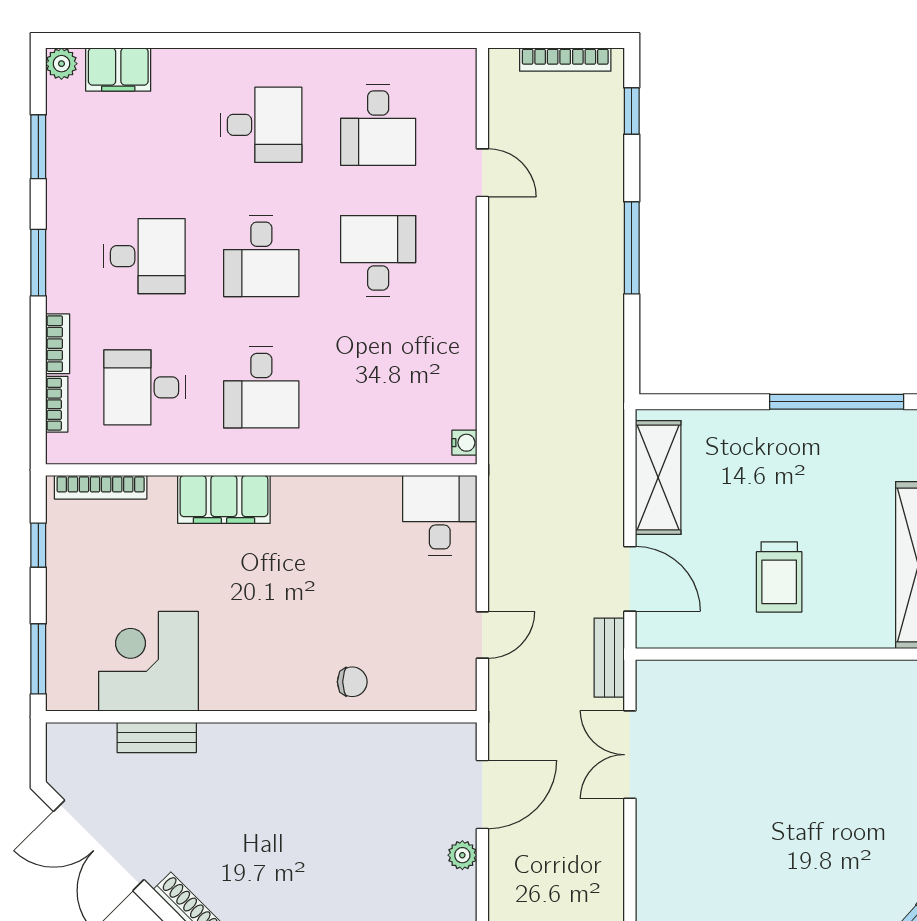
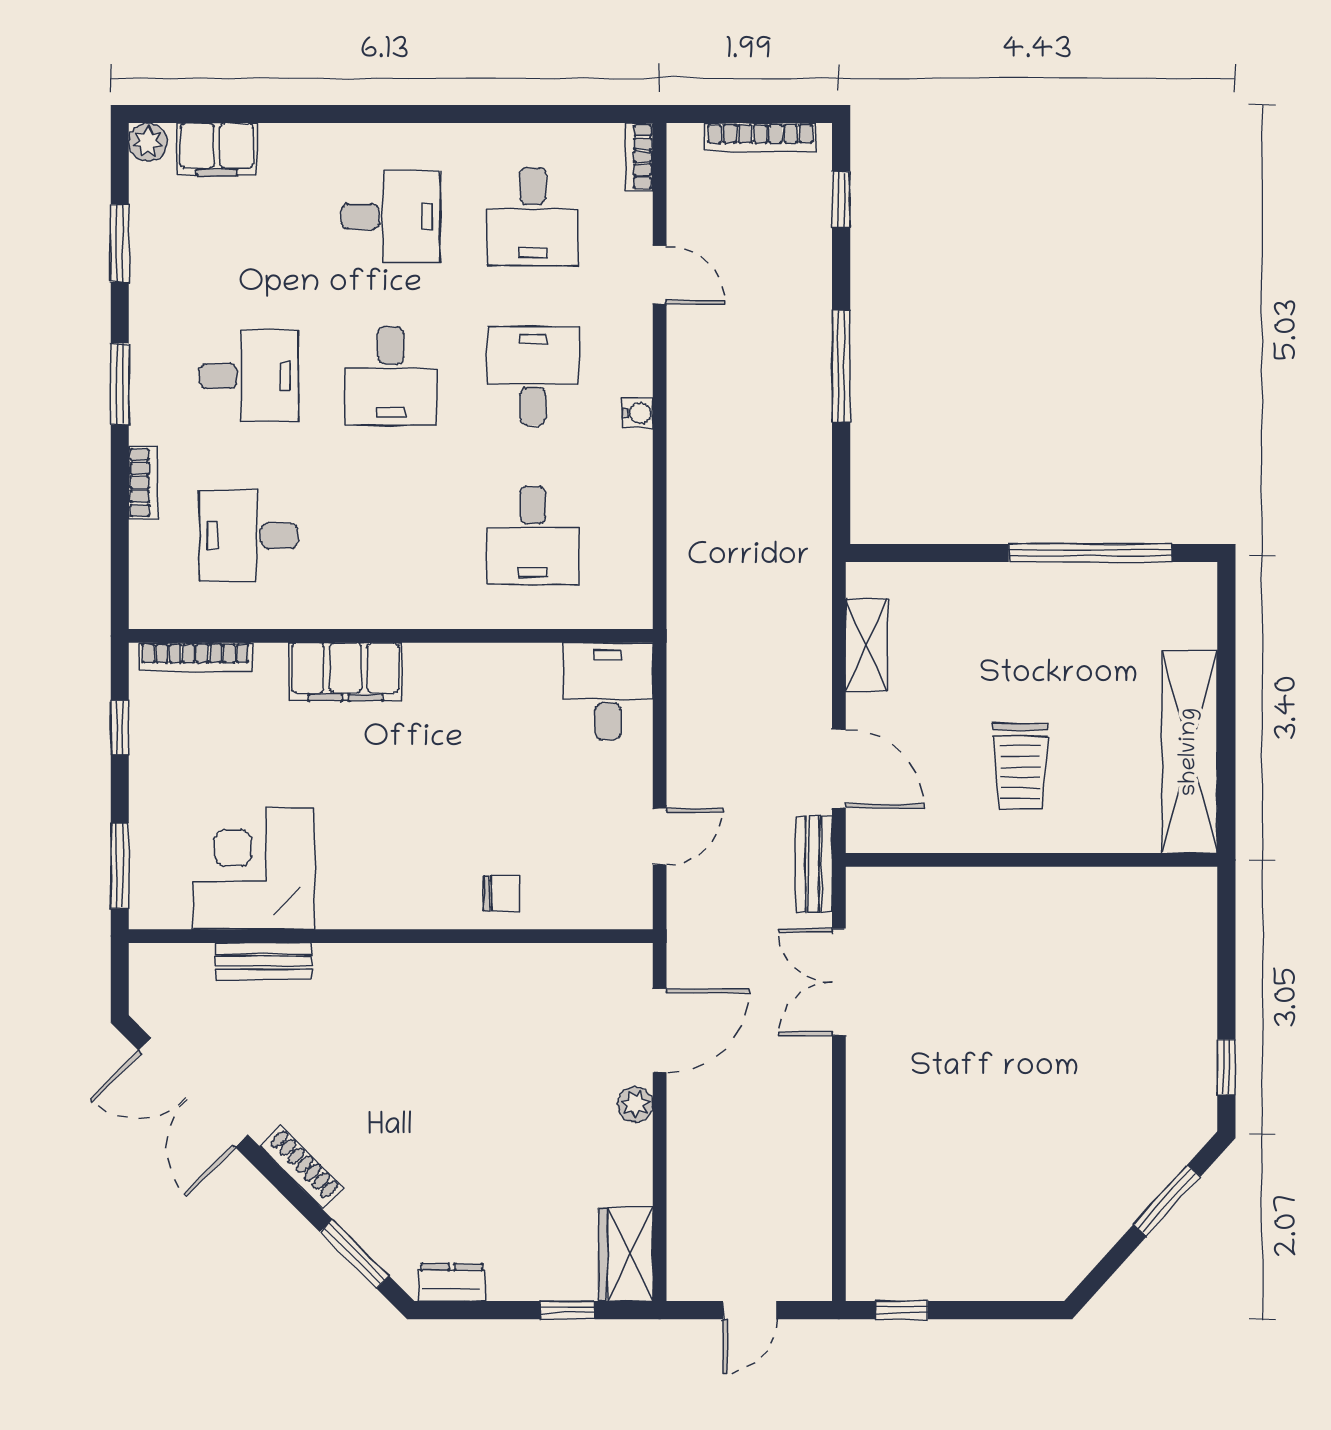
desk: (261, 387) -> (533, 536), moved
bookcase: (57, 404) -> (639, 157), moved, turned 180
water cooler: (464, 443) -> (638, 413), moved
shelving: (658, 478) -> (866, 645), width x0.67, depth x0.75

